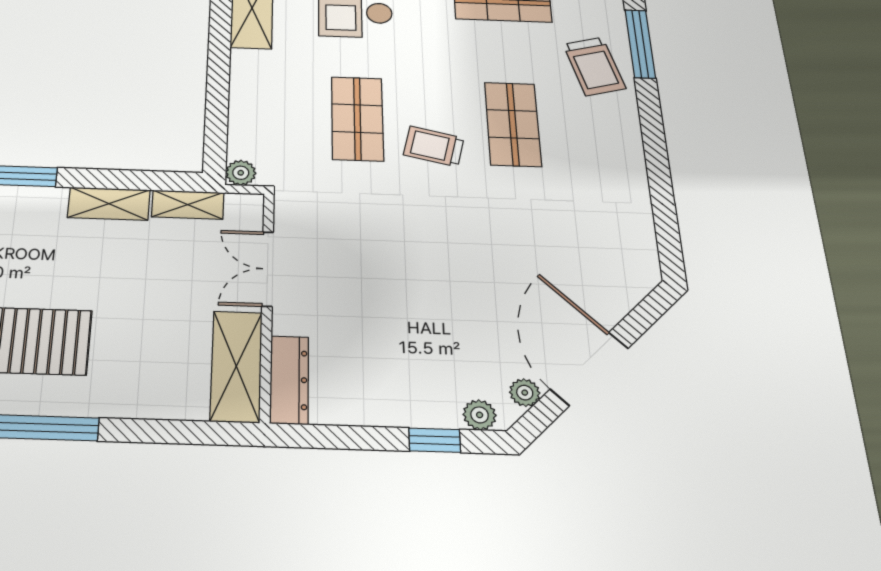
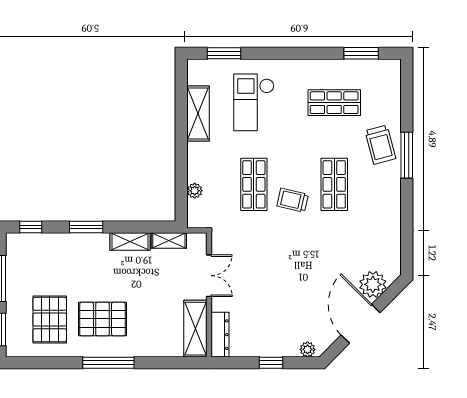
window: (640, 44) -> (407, 155), moved
plant: (241, 173) -> (195, 191), moved
double door: (268, 269) -> (209, 276), swing flipped
plant: (525, 393) -> (373, 284), moved, width x1.87, depth x1.87
window: (435, 440) -> (271, 363), moved

